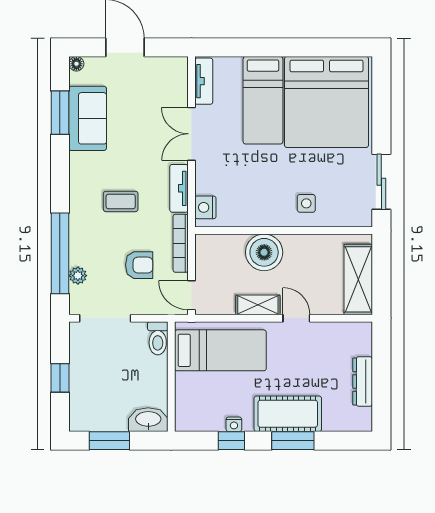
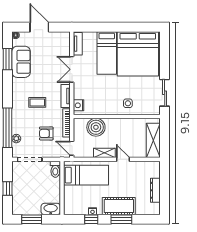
boiler: (264, 252) -> (96, 127), moved
armchair: (139, 265) -> (46, 133), turned 180

